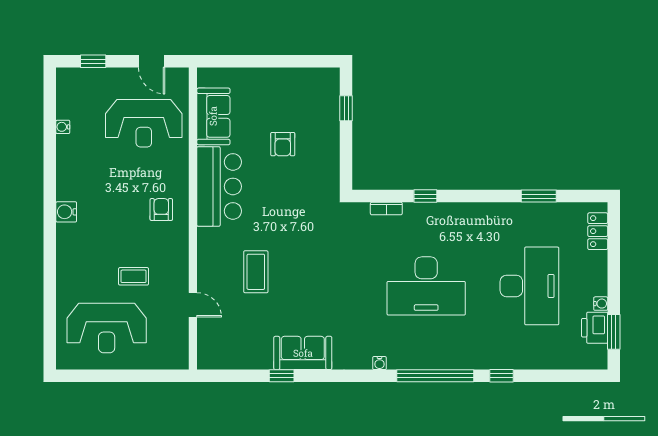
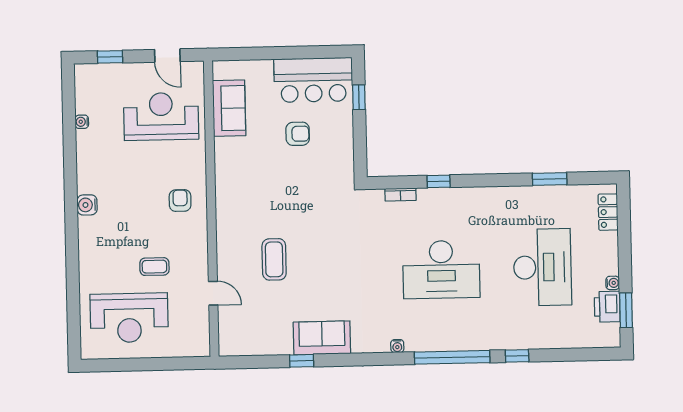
reception desk: (144, 123) -> (161, 116), turned 180
armchair: (283, 144) -> (298, 134), turned -90
bar counter: (219, 186) -> (313, 80), moved, turned 90

